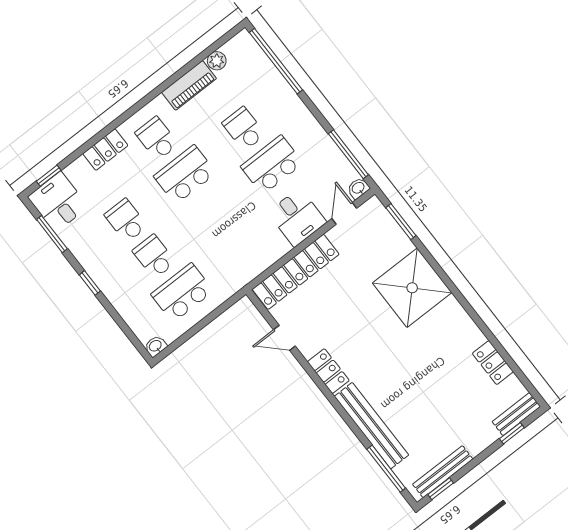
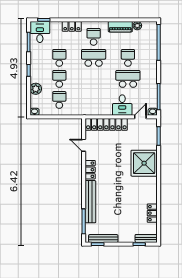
school desk: (182, 293) -> (59, 100), width x0.54
plant: (127, 305) -> (36, 89), added

